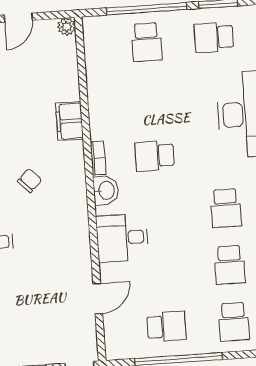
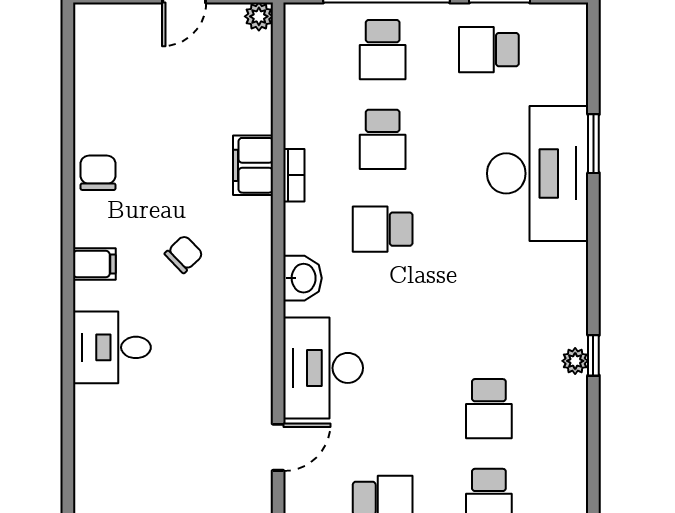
bookcase: (98, 158) -> (294, 175), moved
school desk: (226, 208) -> (383, 139), moved
desk: (122, 238) -> (323, 368), width x1.37

